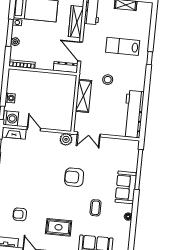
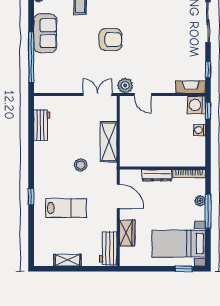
wardrobe: (76, 22) -> (127, 233), width x0.67
dresser: (66, 67) -> (157, 175), moved
workbench: (133, 114) -> (42, 125), width x0.53, depth x0.76
door: (34, 129) -> (143, 95), moved

